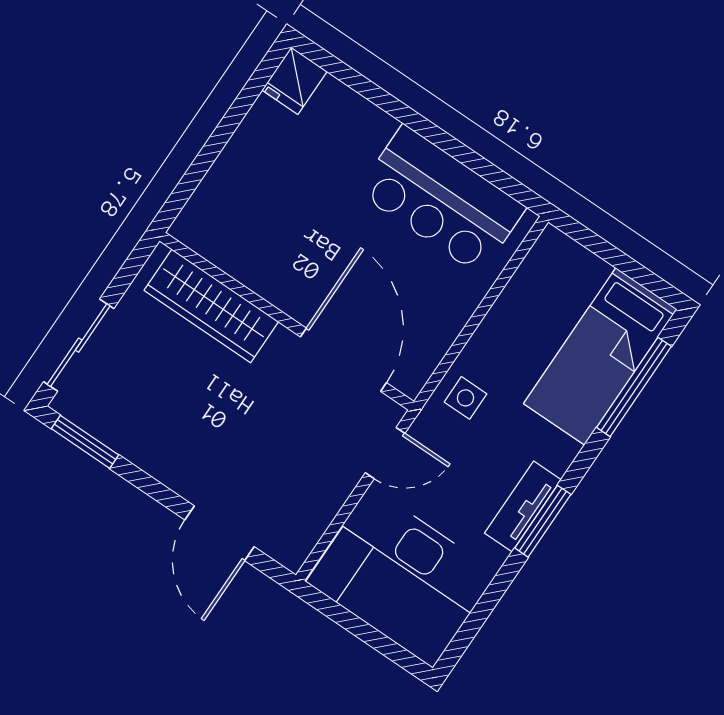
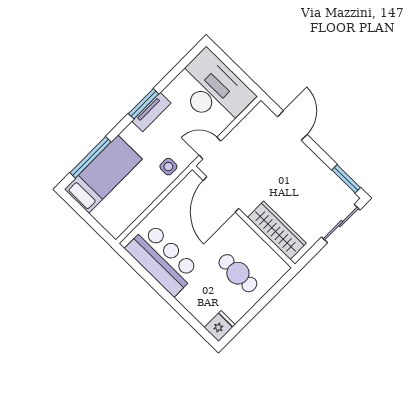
cafe table: (277, 200) -> (238, 273), added

